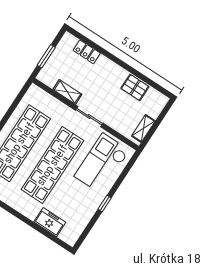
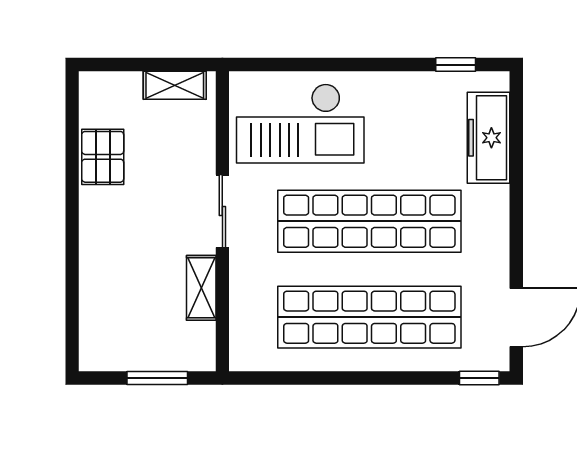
locker: (87, 52) -> (95, 302), removed
window: (105, 204) -> (456, 65), moved
freezer: (50, 222) -> (489, 138), width x1.40

